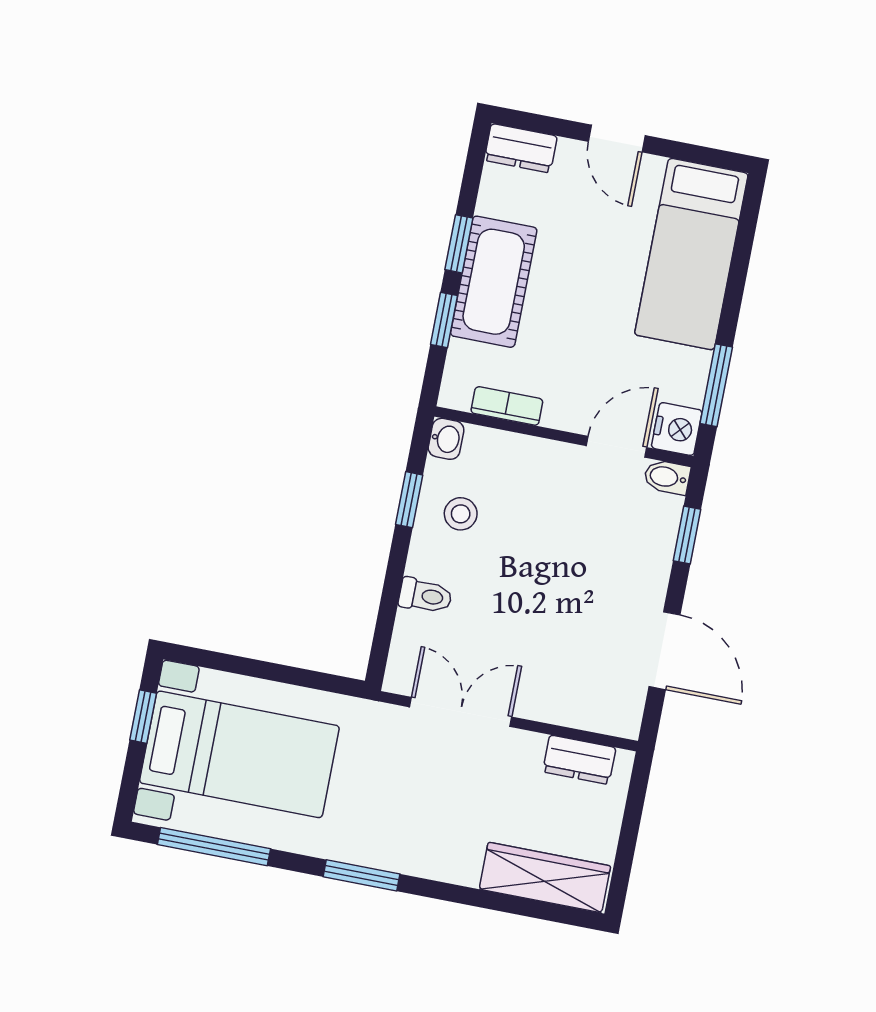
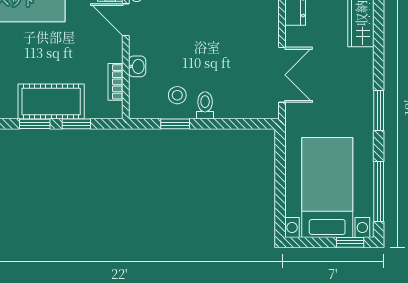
washbasin: (446, 439) -> (137, 66), moved, turned 90
toilet: (425, 596) -> (205, 105), moved
double door: (461, 712) -> (282, 75), swing flipped
window: (143, 717) -> (350, 242), moved

